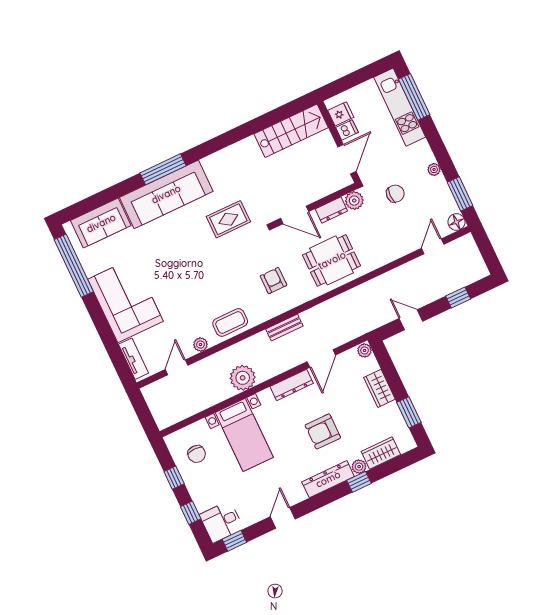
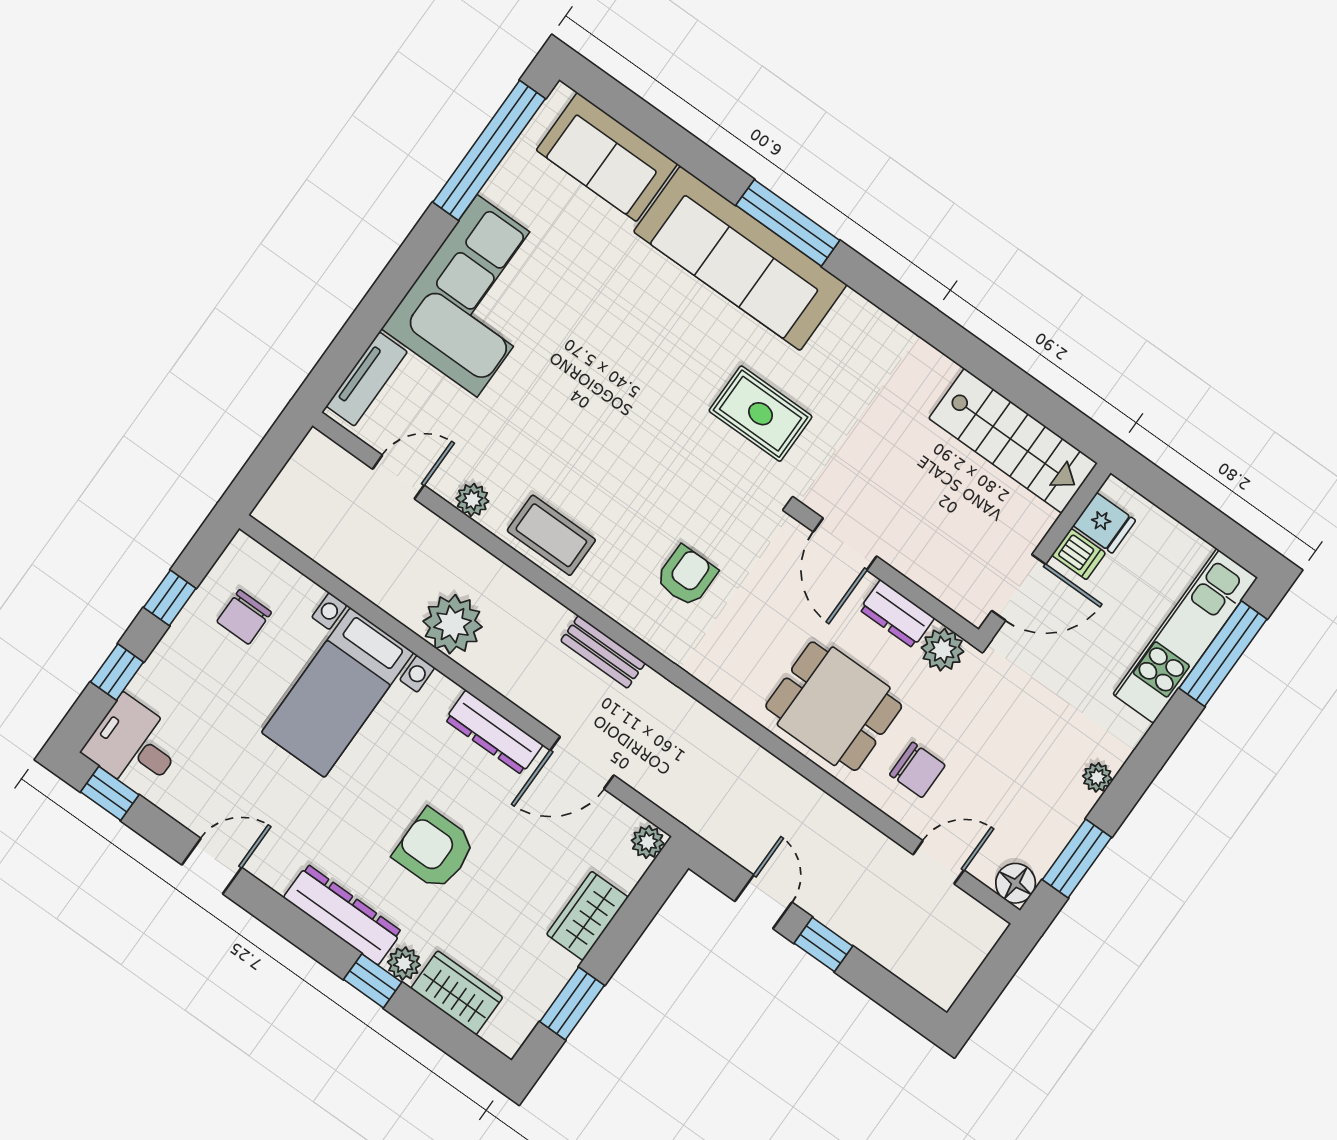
chair: (395, 194) -> (917, 770), moved
dining table: (332, 260) -> (834, 706), moved
window: (458, 297) -> (823, 945), moved

